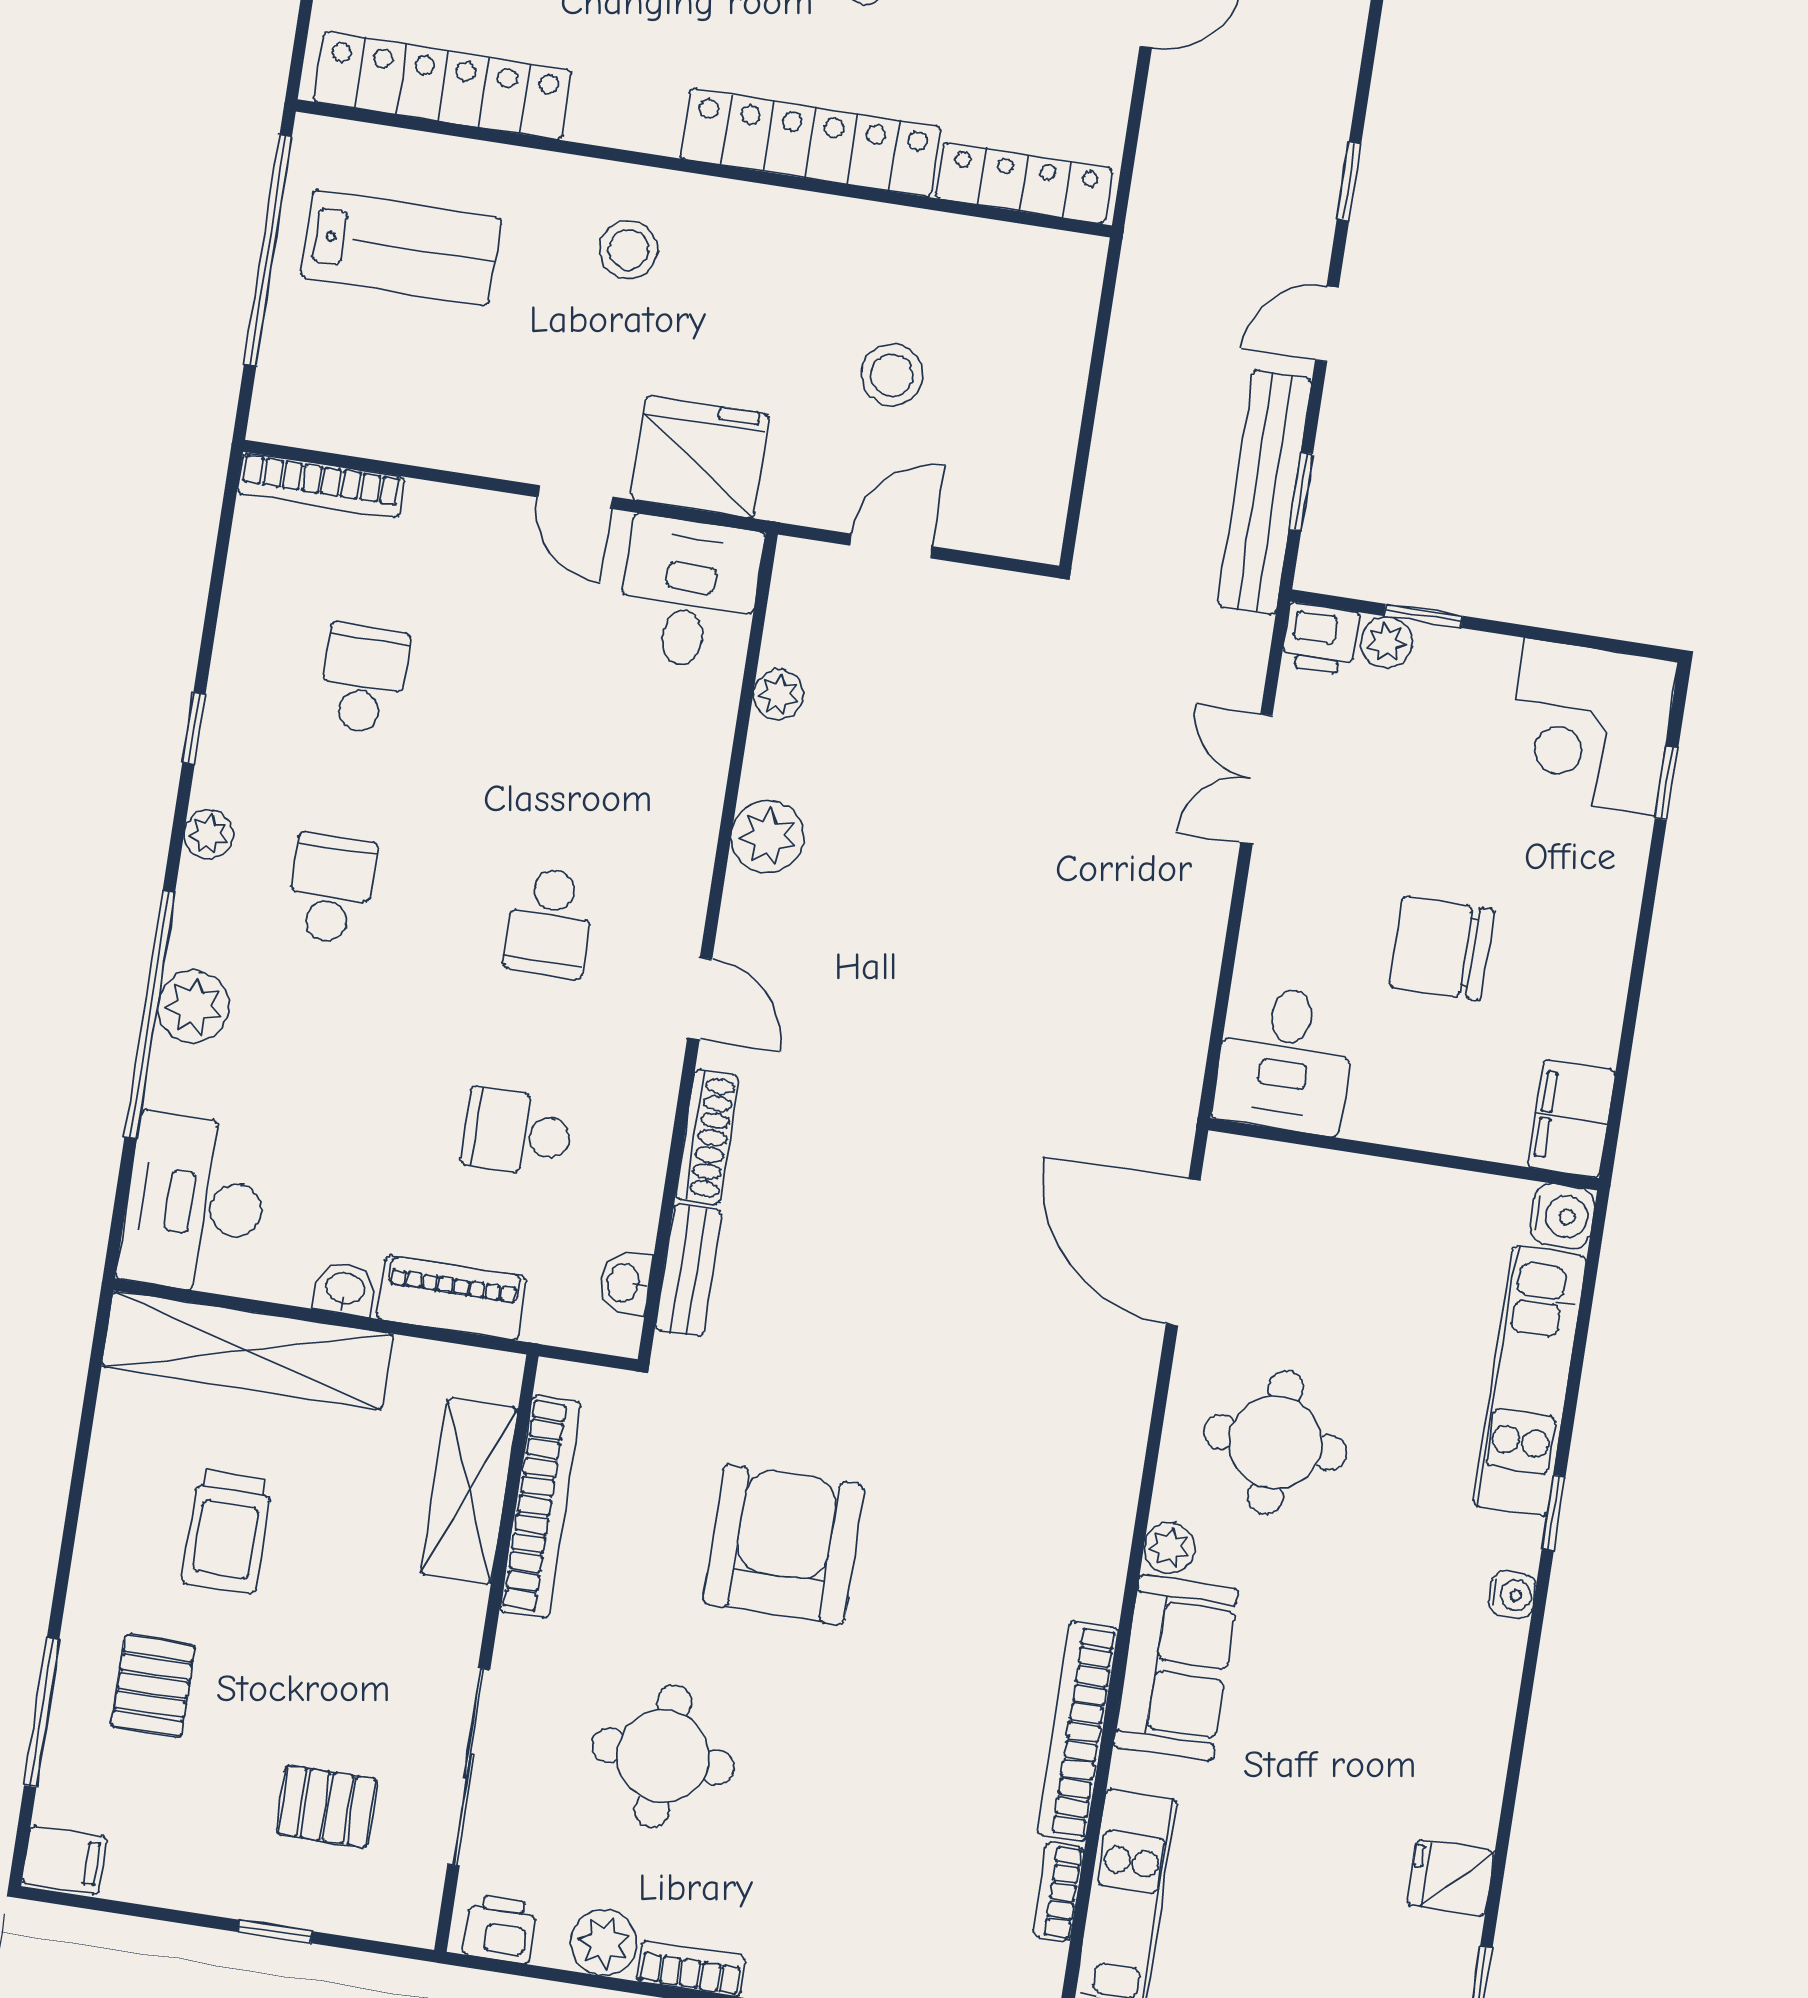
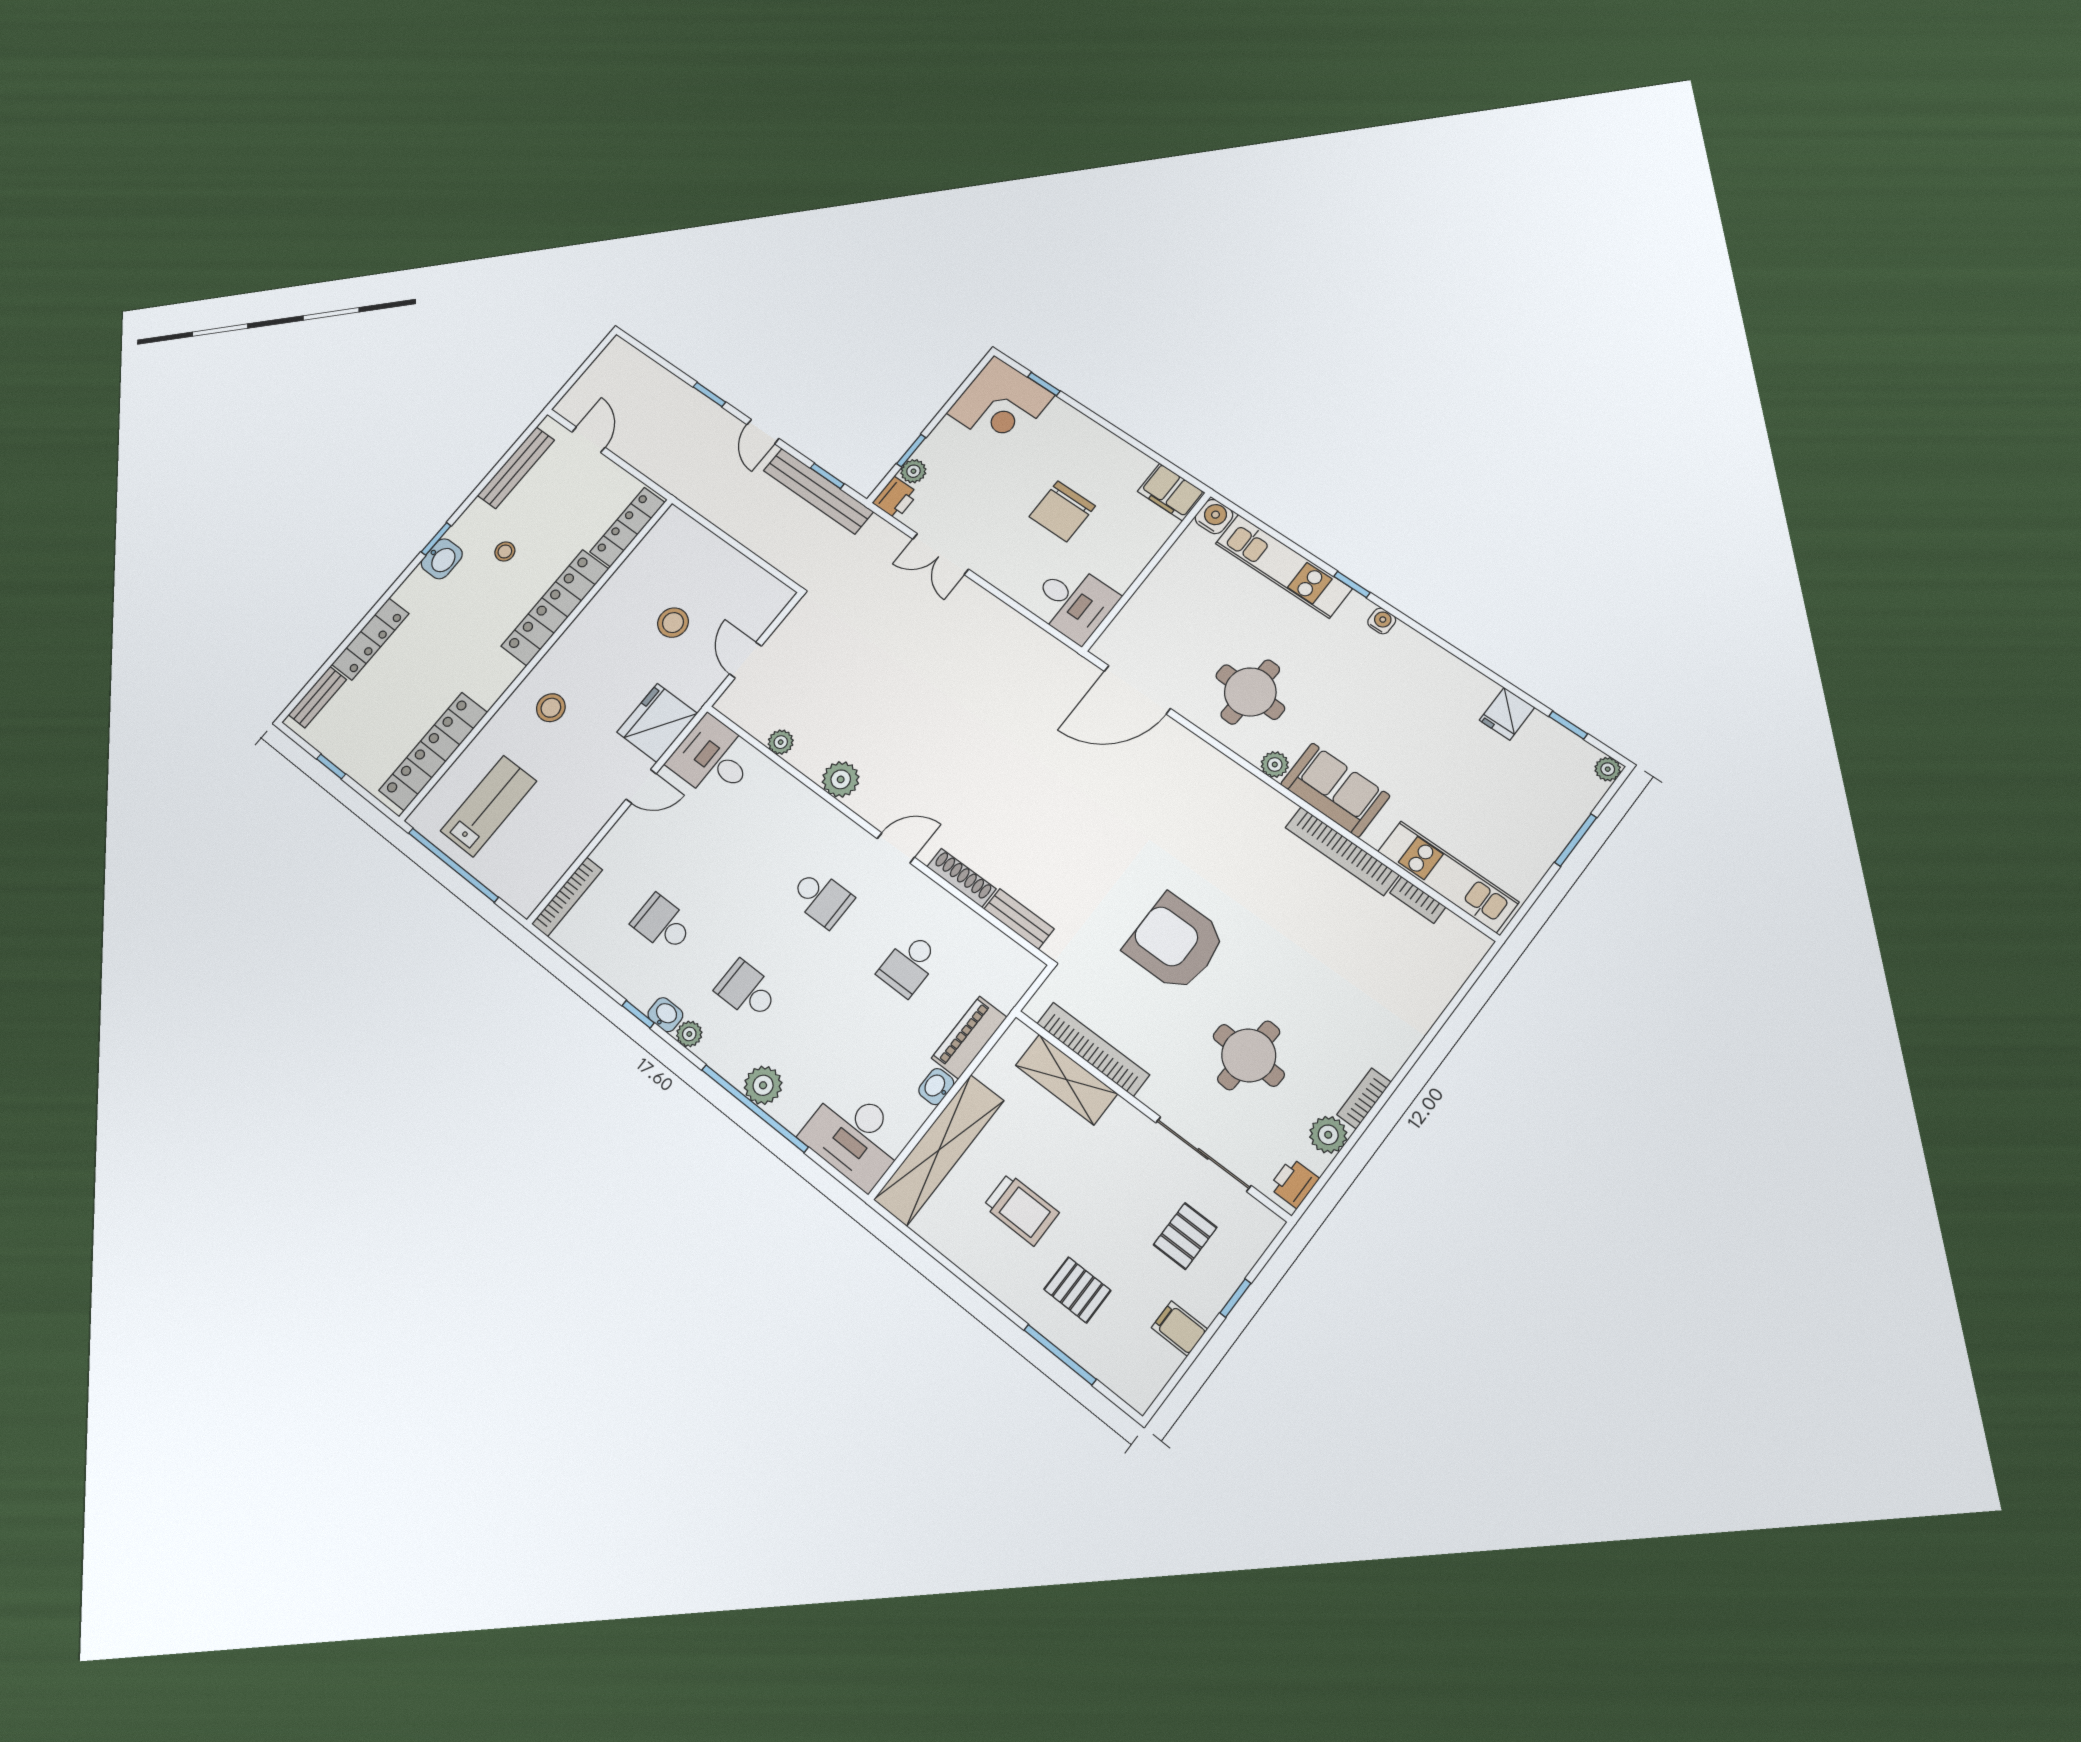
washbasin: (625, 1283) -> (665, 1015), moved, turned 180
filing cabinet: (65, 1860) -> (1179, 1328), moved, turned -90

